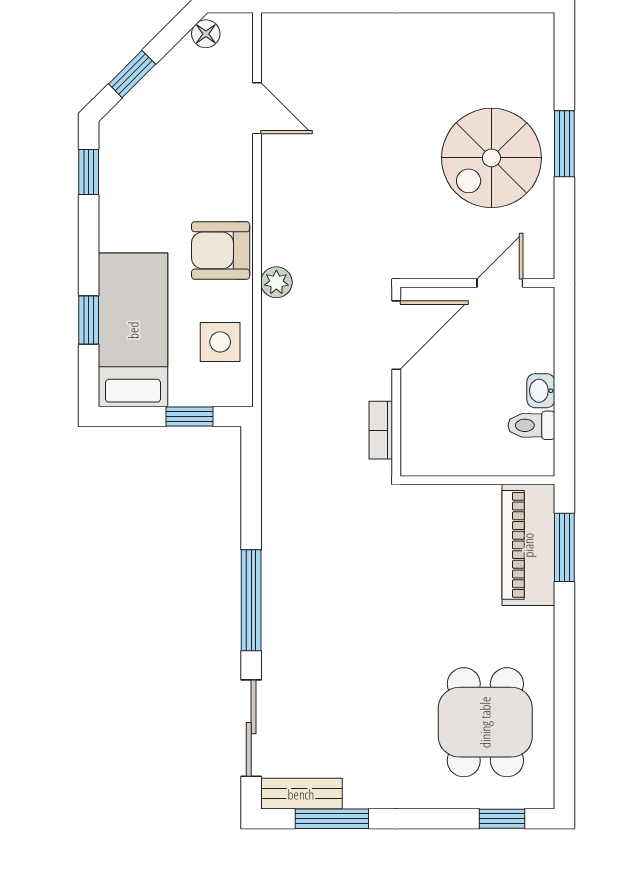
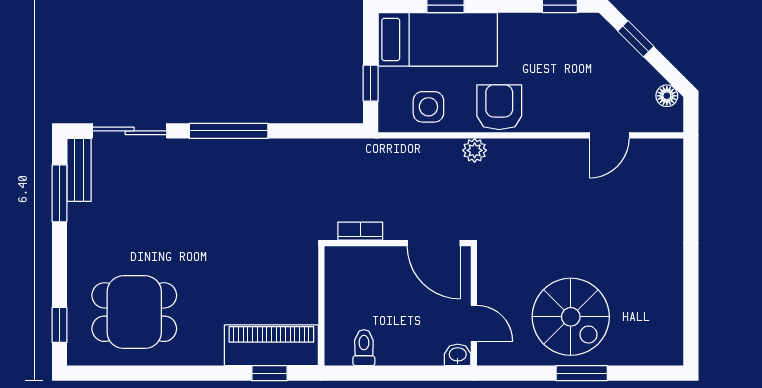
spiral stairs: (491, 158) -> (571, 317), turned 180
washbasin: (541, 391) -> (458, 355), moved
window: (564, 547) -> (269, 373), width x0.67

